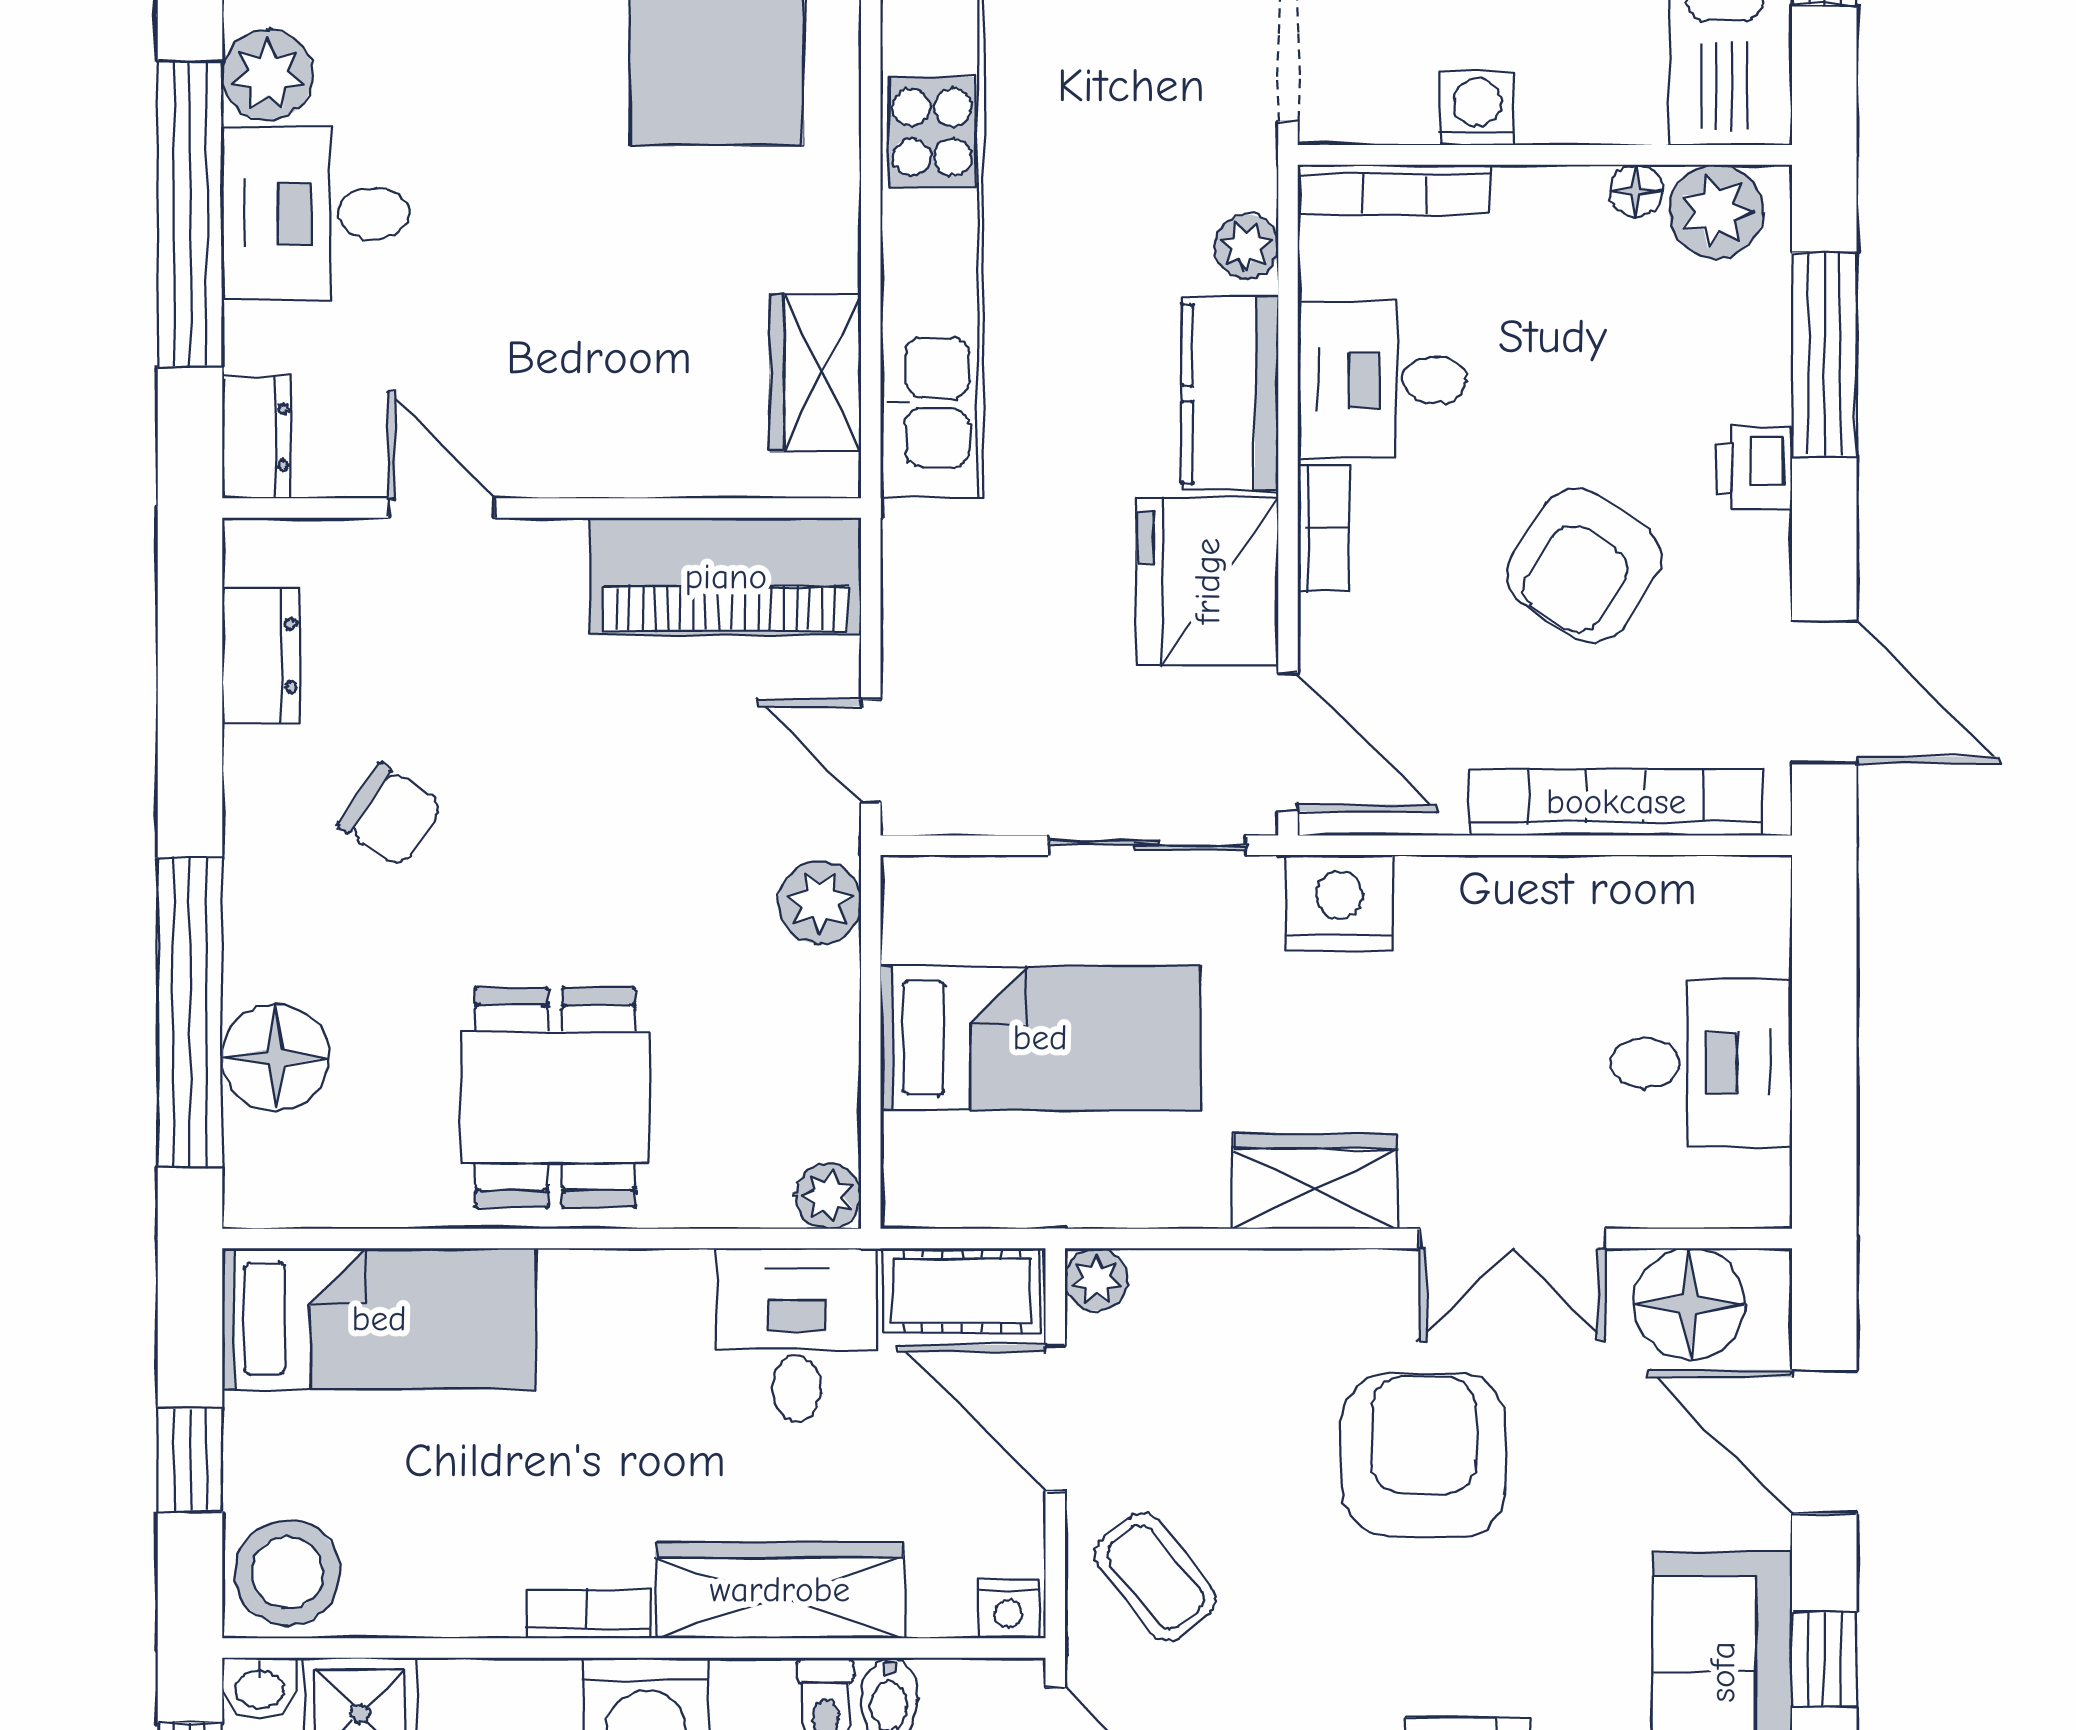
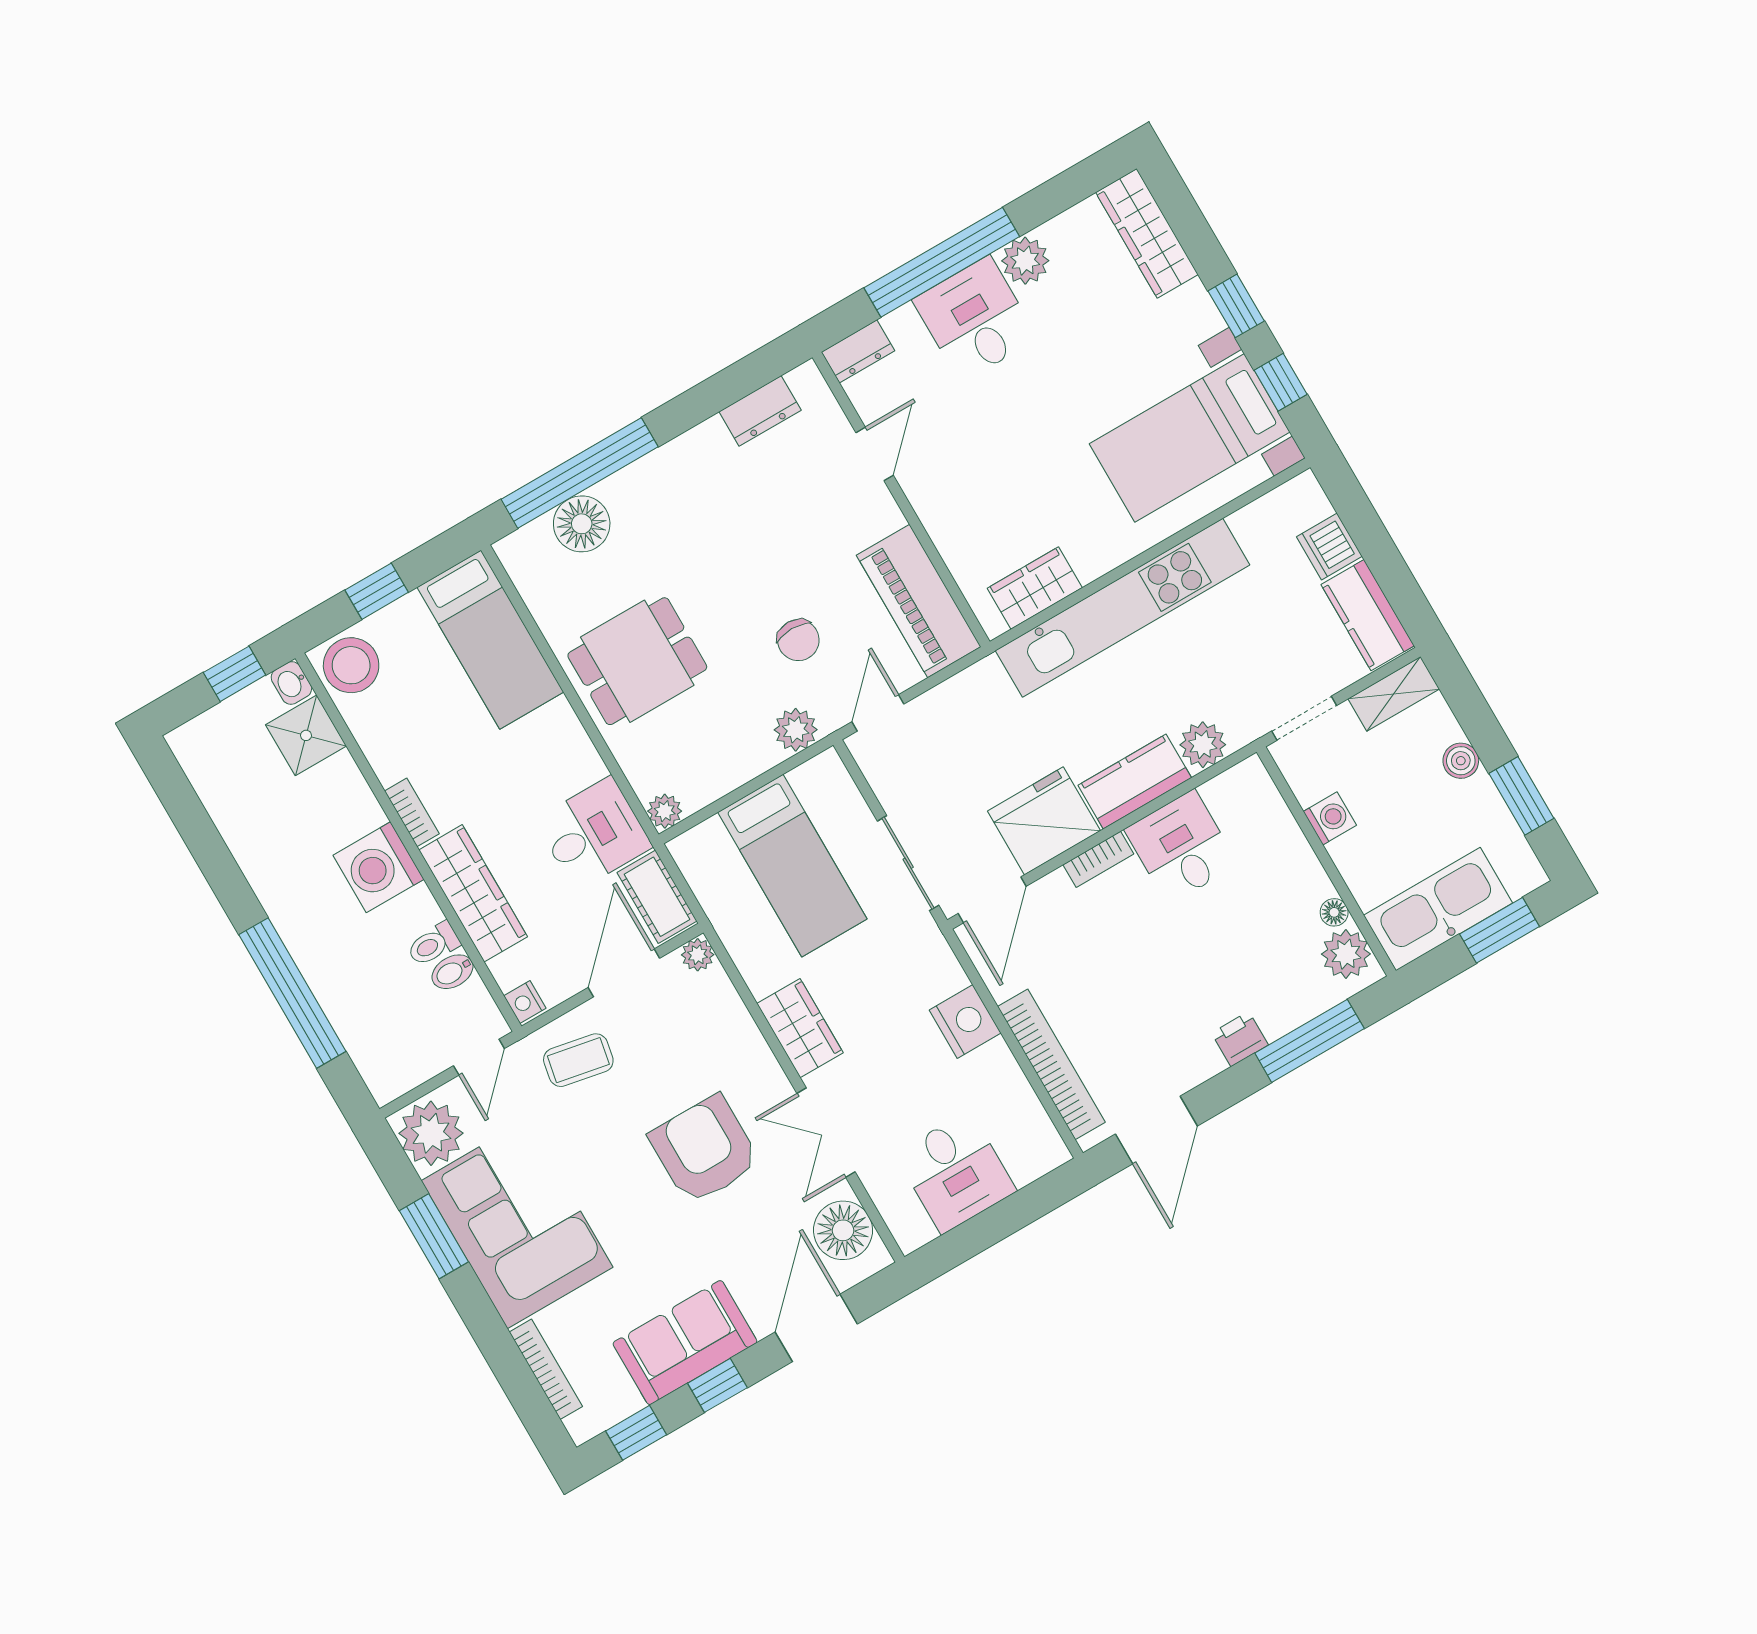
bookcase: (1394, 189) -> (1271, 802), removed
plant: (1246, 246) -> (1203, 745), width x1.38, depth x1.38
armchair: (1584, 566) -> (1150, 988), removed
chair: (390, 815) -> (798, 640), moved, turned -34
nightstand: (1339, 903) -> (965, 1022), moved
armchair: (1424, 1455) -> (705, 1150), turned -90
coffee table: (1155, 1577) -> (578, 1060), turned 50

